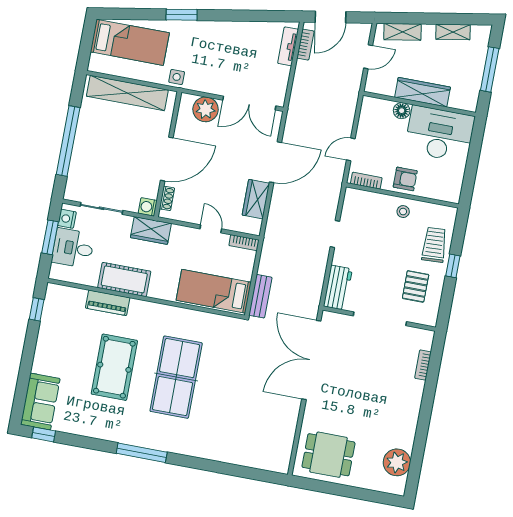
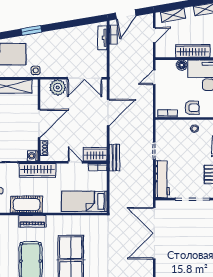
door: (351, 149) -> (154, 77), moved
wardrobe: (256, 199) -> (95, 154), moved, turned 90
wardrobe: (151, 230) -> (37, 170), width x1.50
workbench: (338, 288) -> (162, 179), width x1.38
bench: (260, 296) -> (114, 158), moved
piano: (108, 303) -> (32, 221), moved

